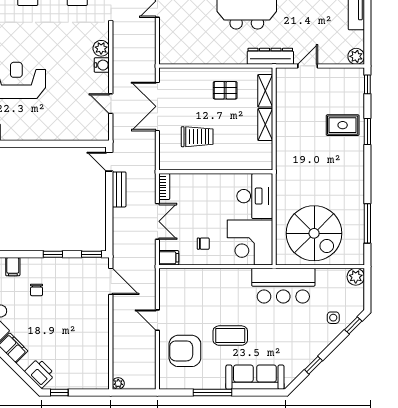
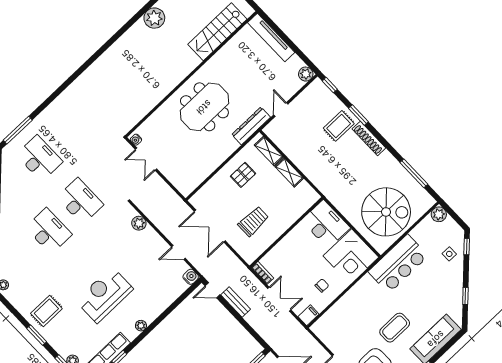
water cooler: (102, 65) -> (191, 277), moved
plant: (22, 134) -> (141, 326), added
shoe rack: (358, 159) -> (369, 138), added

